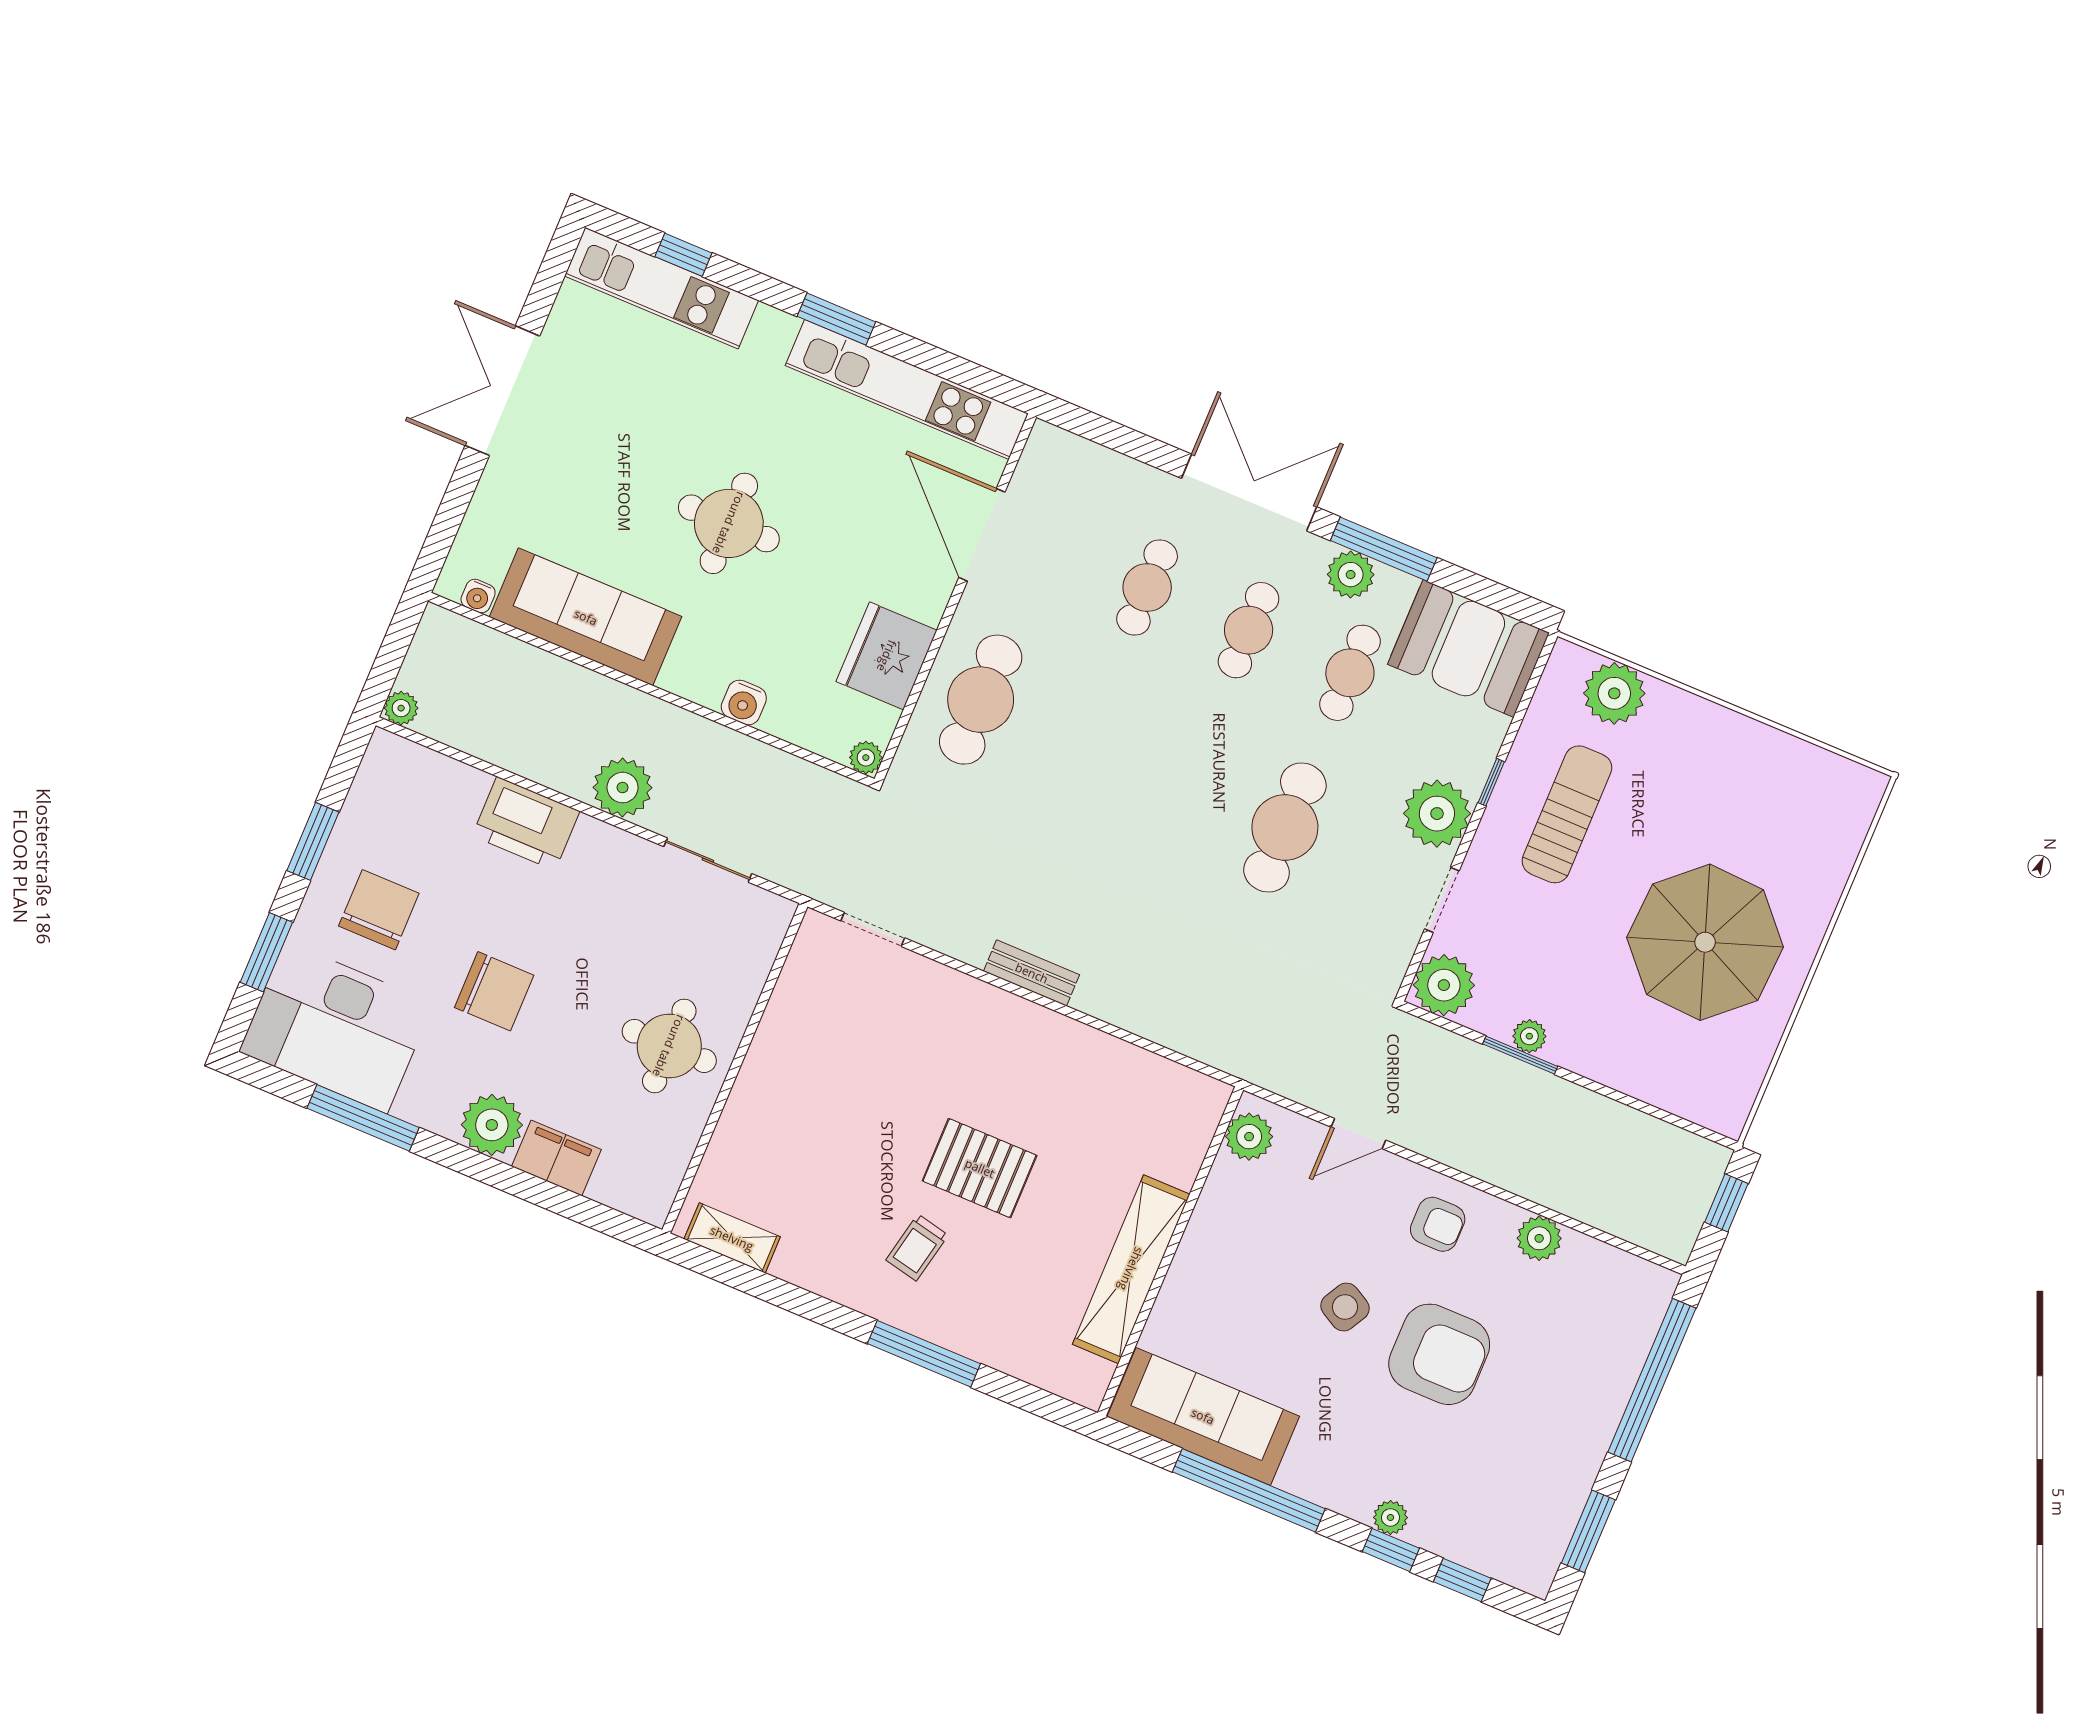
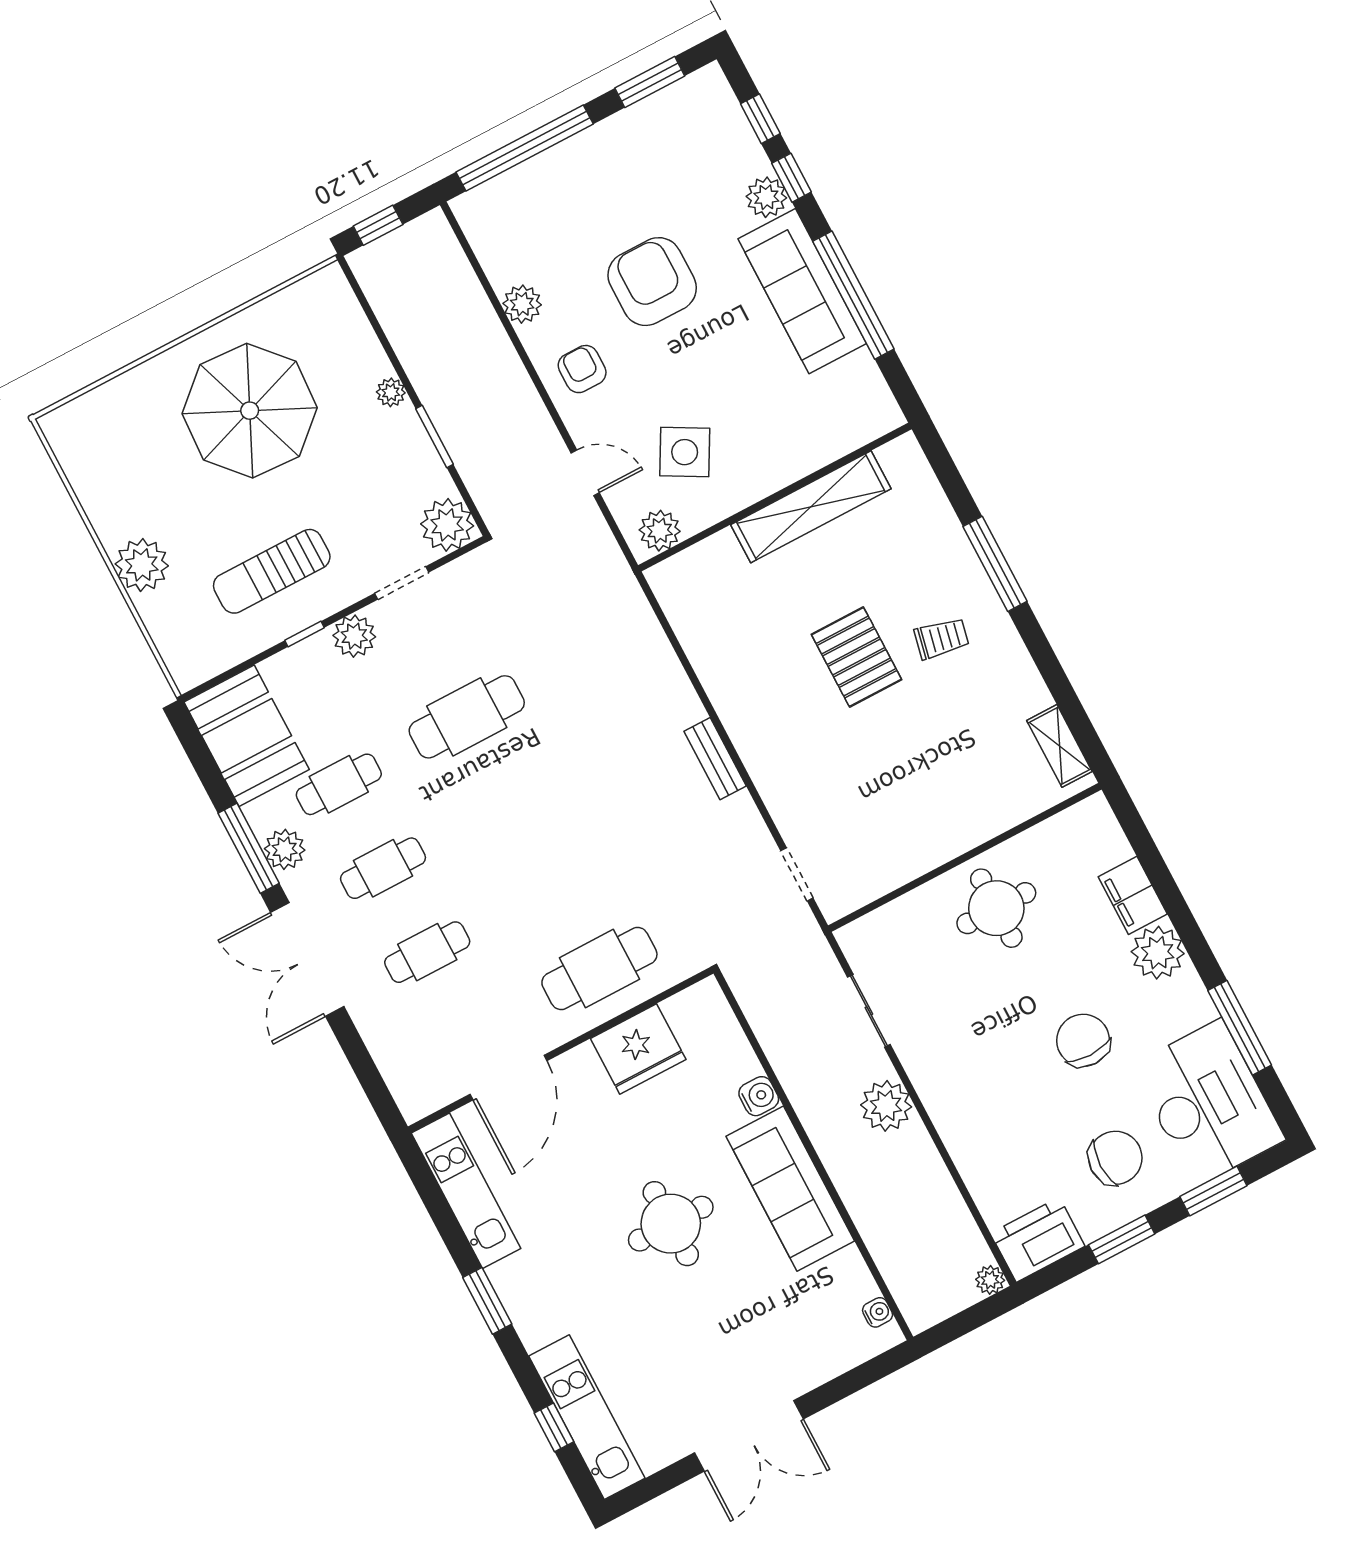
kitchen unit: (907, 390) -> (466, 1191), width x0.73
sofa: (586, 617) -> (790, 1189), moved
plant: (1614, 693) -> (142, 565), moved
plant: (866, 758) -> (708, 993), removed
plant: (1437, 814) -> (354, 636), width x0.73, depth x0.73
printer: (526, 823) -> (1038, 1240), moved, turned -90
chair: (379, 910) -> (1115, 1158), turned 180
plant: (1529, 1036) -> (391, 392), moved
side table: (1345, 1307) -> (685, 452), moved, width x1.37, depth x1.37
sofa: (1203, 1416) -> (802, 291), moved
plant: (1390, 1517) -> (766, 197), width x1.38, depth x1.38

